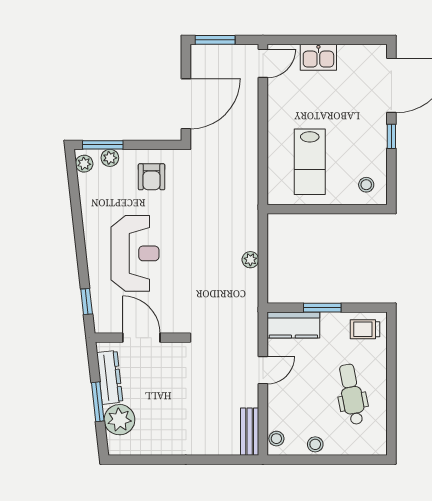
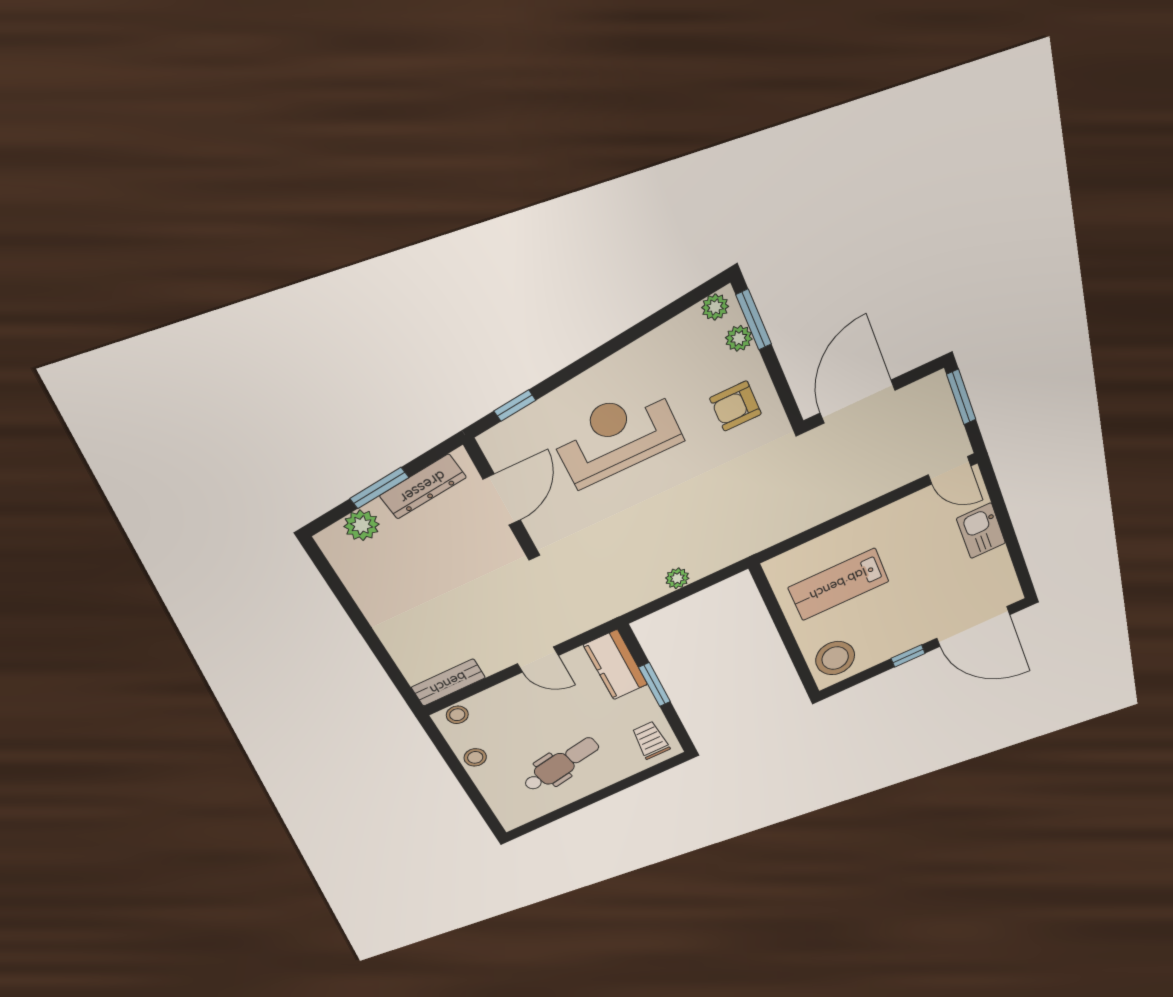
door: (186, 104) -> (857, 402), swing flipped
stool: (366, 185) -> (835, 658), width x1.89, depth x1.89
reception desk: (135, 253) -> (616, 436), turned 180
plant: (119, 420) -> (362, 525), width x0.73, depth x0.73

